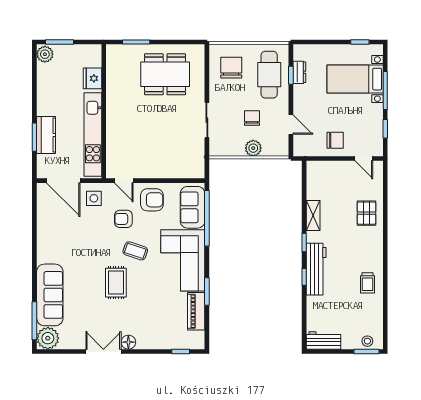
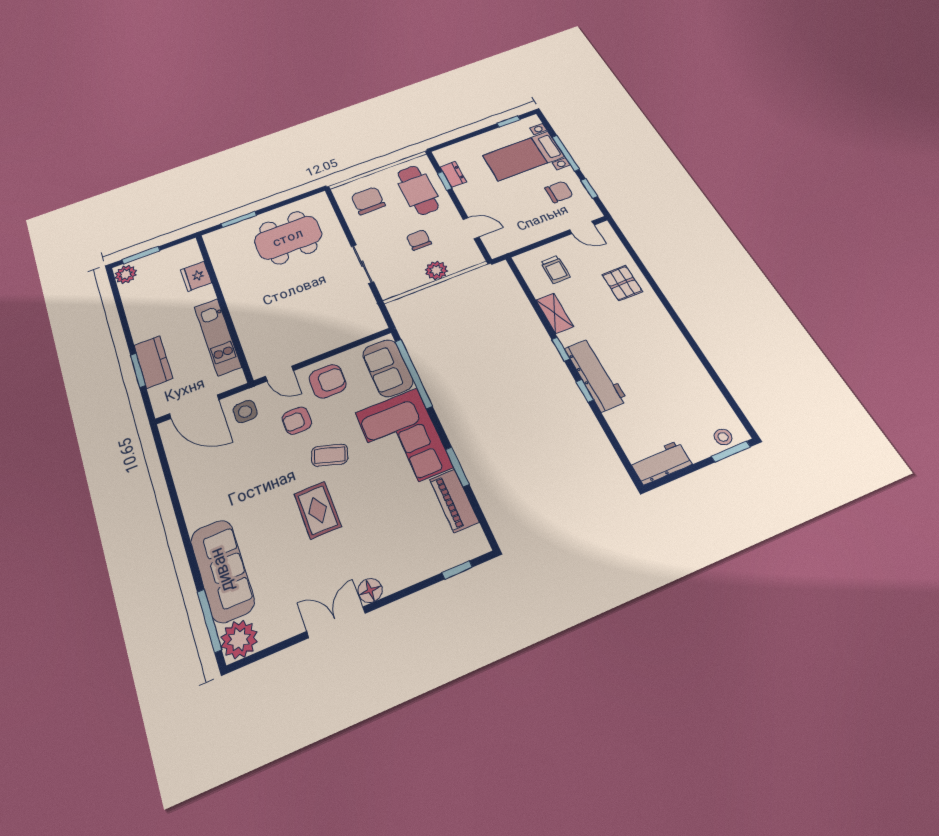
kitchen unit: (93, 135) -> (218, 337), width x0.73
chair: (335, 140) -> (559, 192), moved
trolley: (367, 283) -> (555, 269), moved

